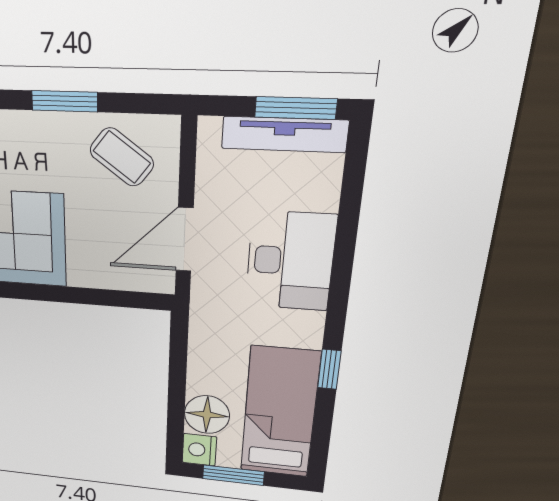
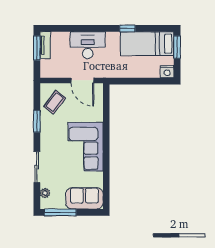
tv unit: (284, 134) -> (45, 45), width x0.71
floor lamp: (207, 415) -> (151, 70), removed
window: (233, 475) -> (177, 47), moved

